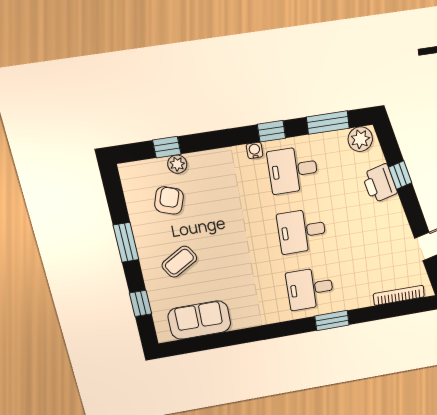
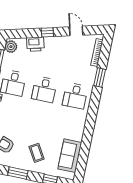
window: (400, 175) -> (47, 32), moved
window: (332, 321) -> (100, 77), moved

